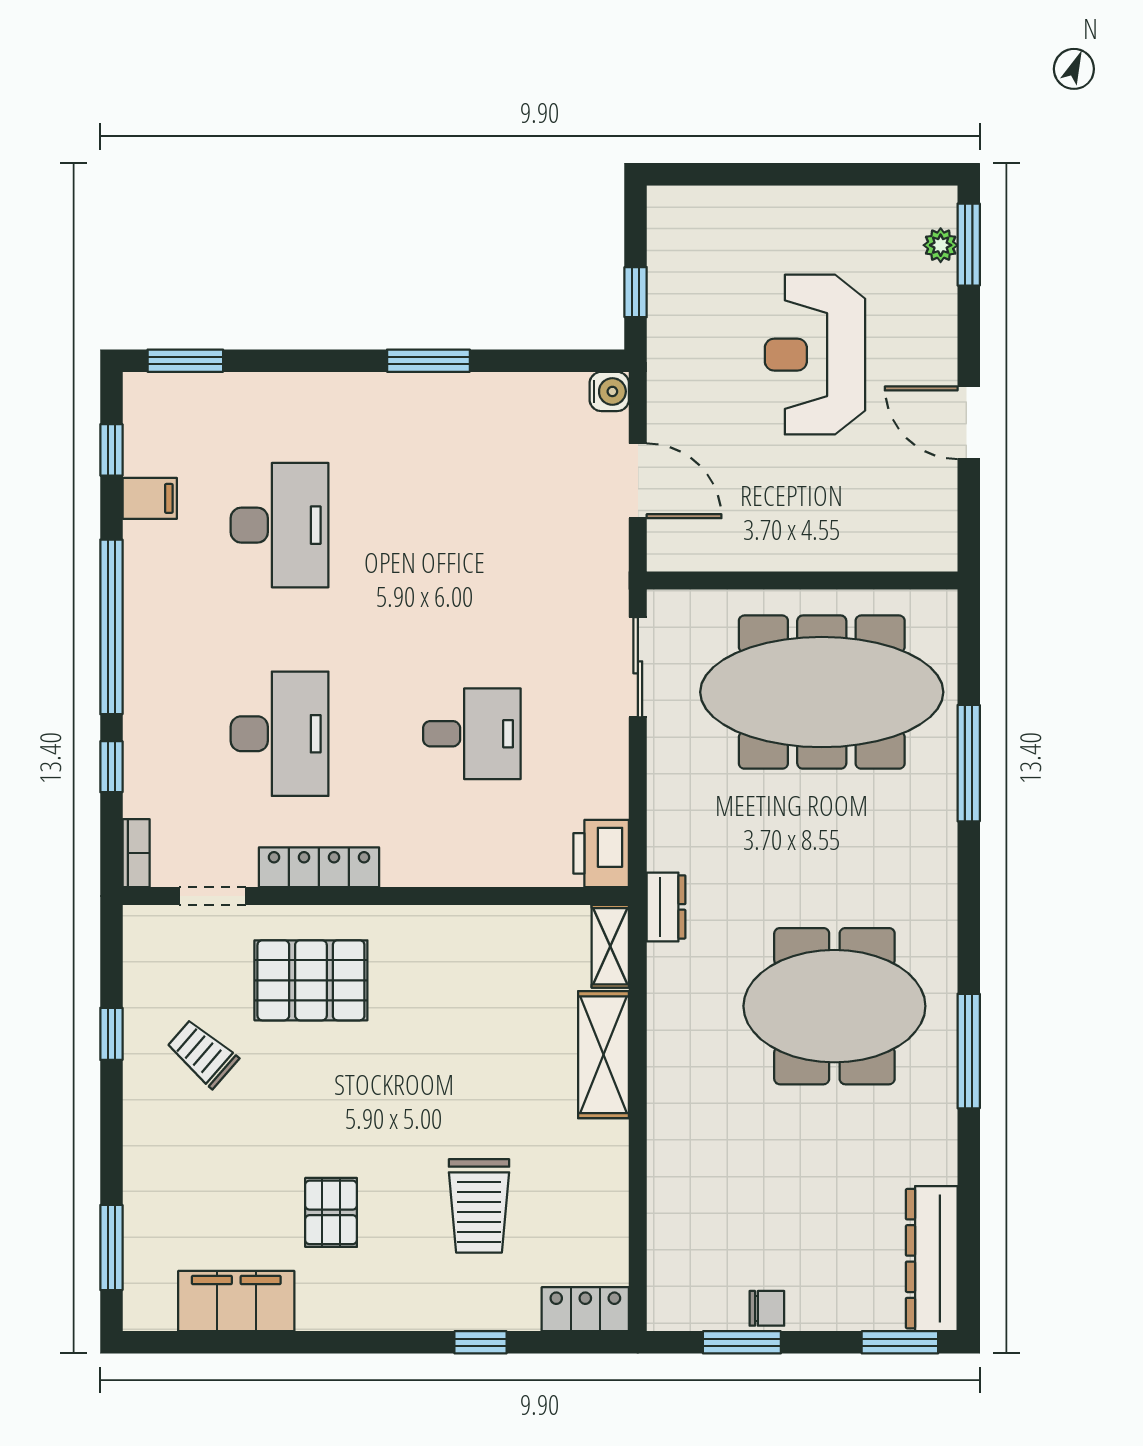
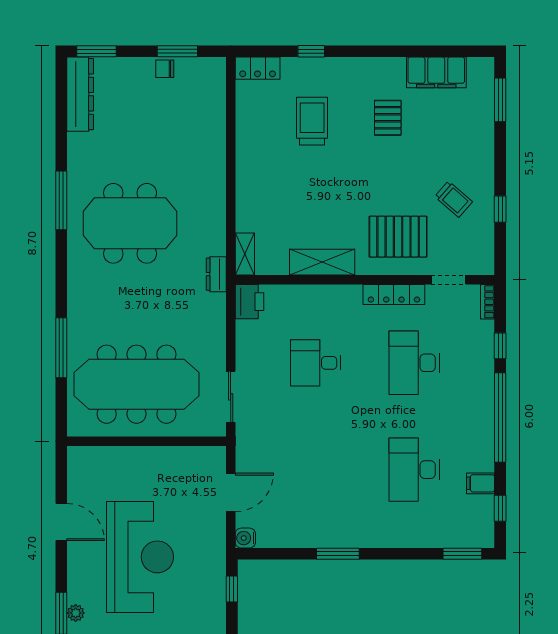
reception desk: (815, 355) -> (140, 557), width x1.36, depth x1.30
door: (638, 481) -> (231, 492), swing flipped
shelving: (604, 1055) -> (322, 262), moved, turned 90

